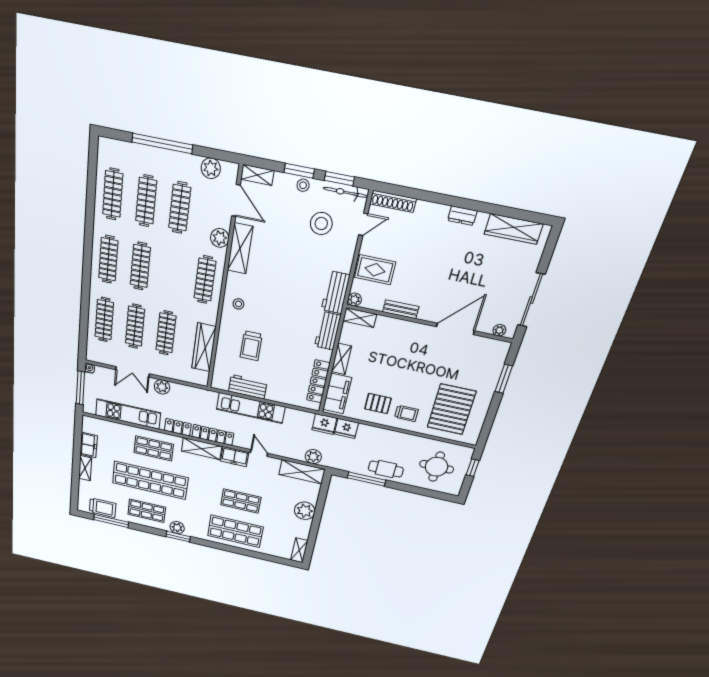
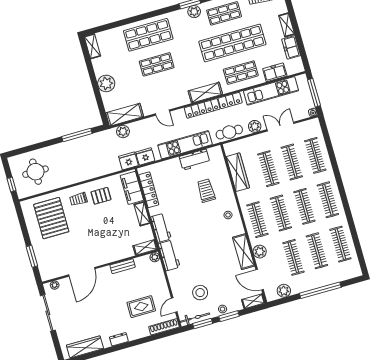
rug: (375, 270) -> (141, 307), moved
clothes rail: (173, 273) -> (281, 213), added
fridge: (346, 429) -> (145, 156), moved
freezer: (235, 457) -> (275, 72), moved
cafe table: (386, 469) -> (229, 132), moved

